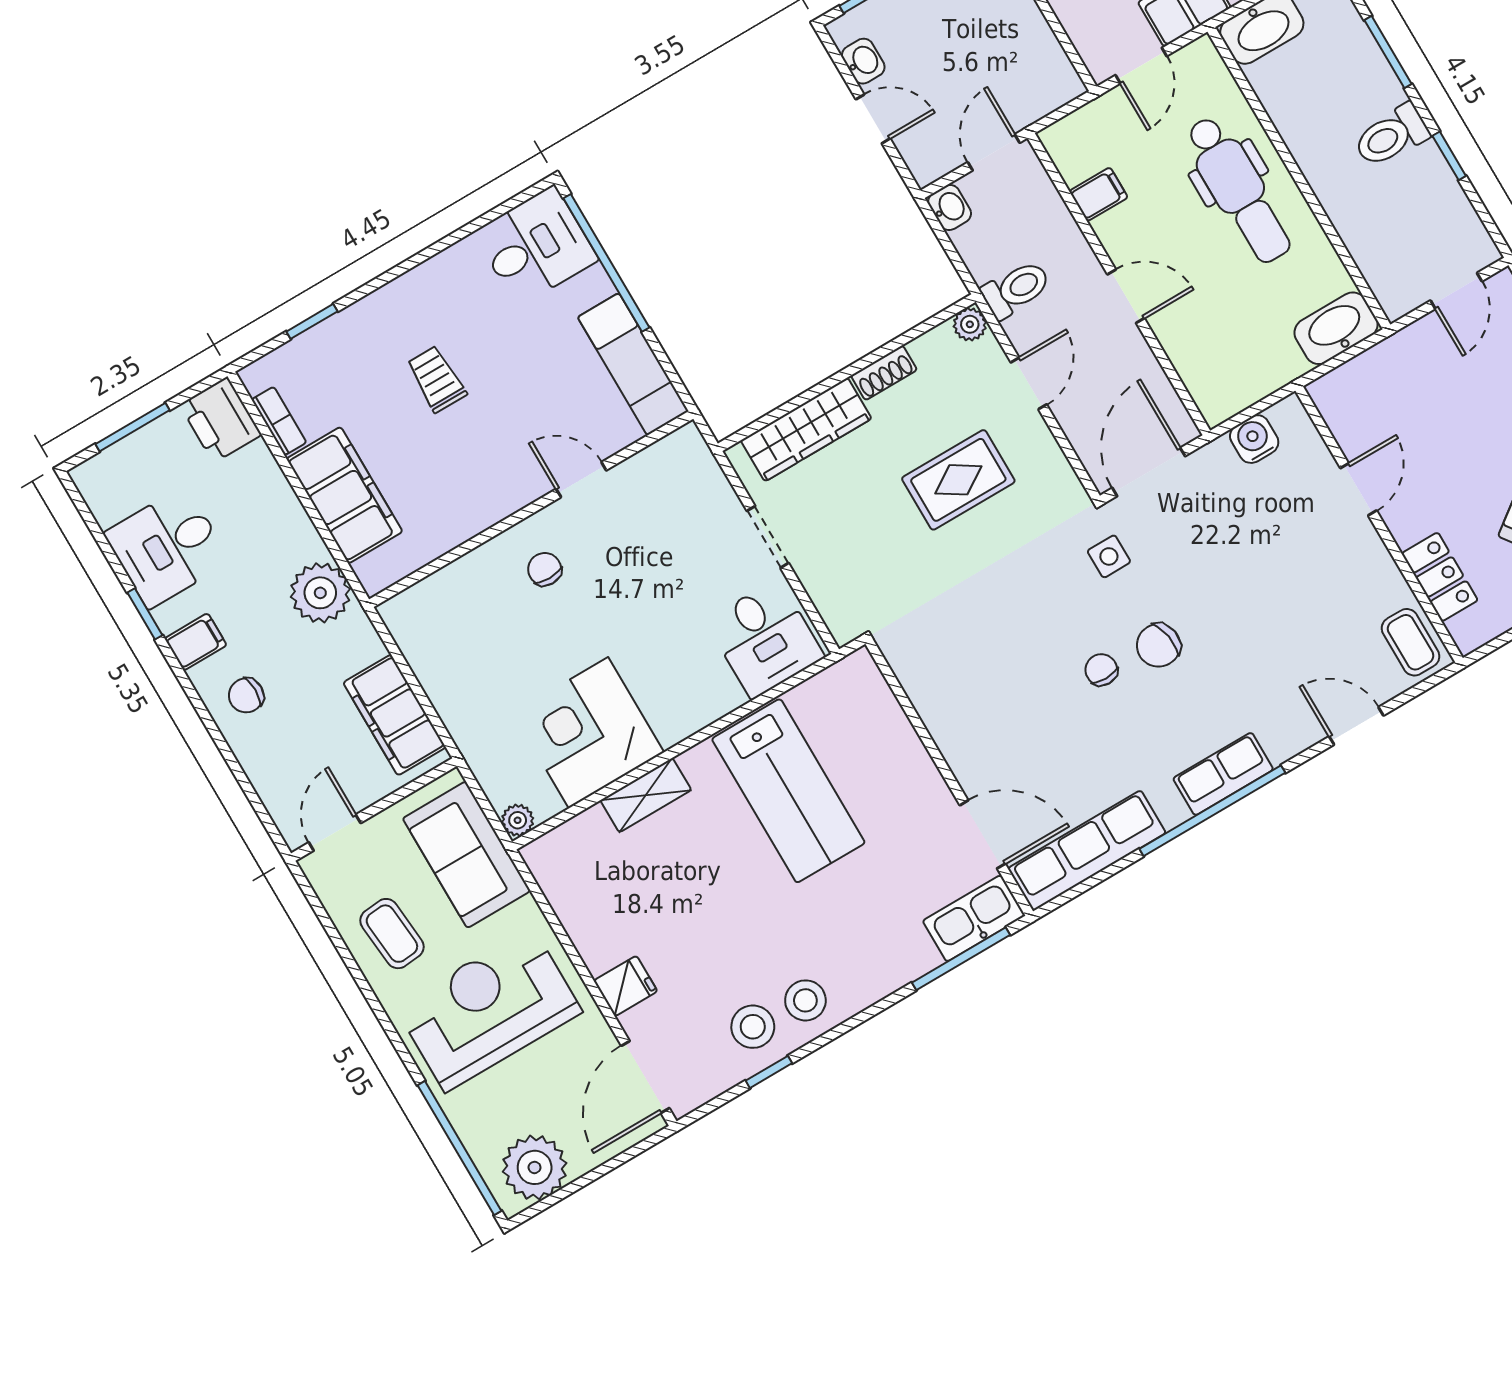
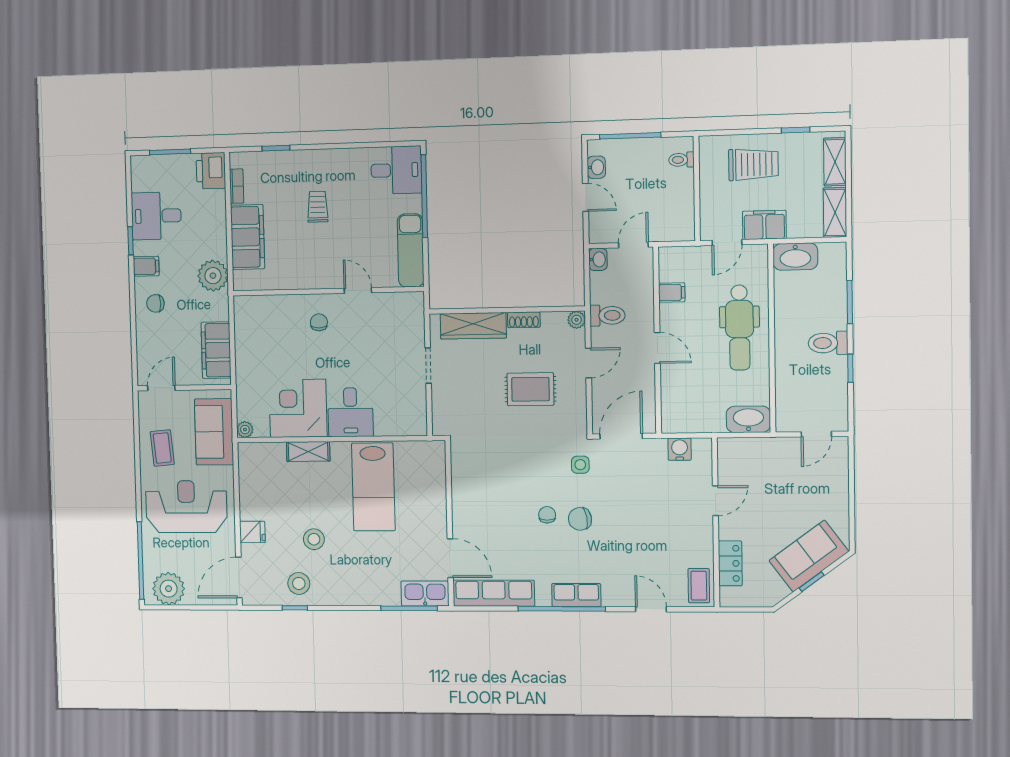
desk: (765, 639) -> (350, 412), moved
stool: (805, 1000) -> (314, 539), moved

